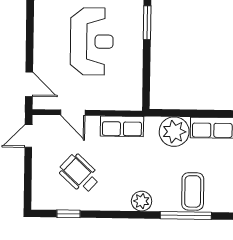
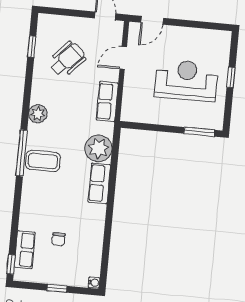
reception desk: (92, 41) -> (186, 80), turned 180

